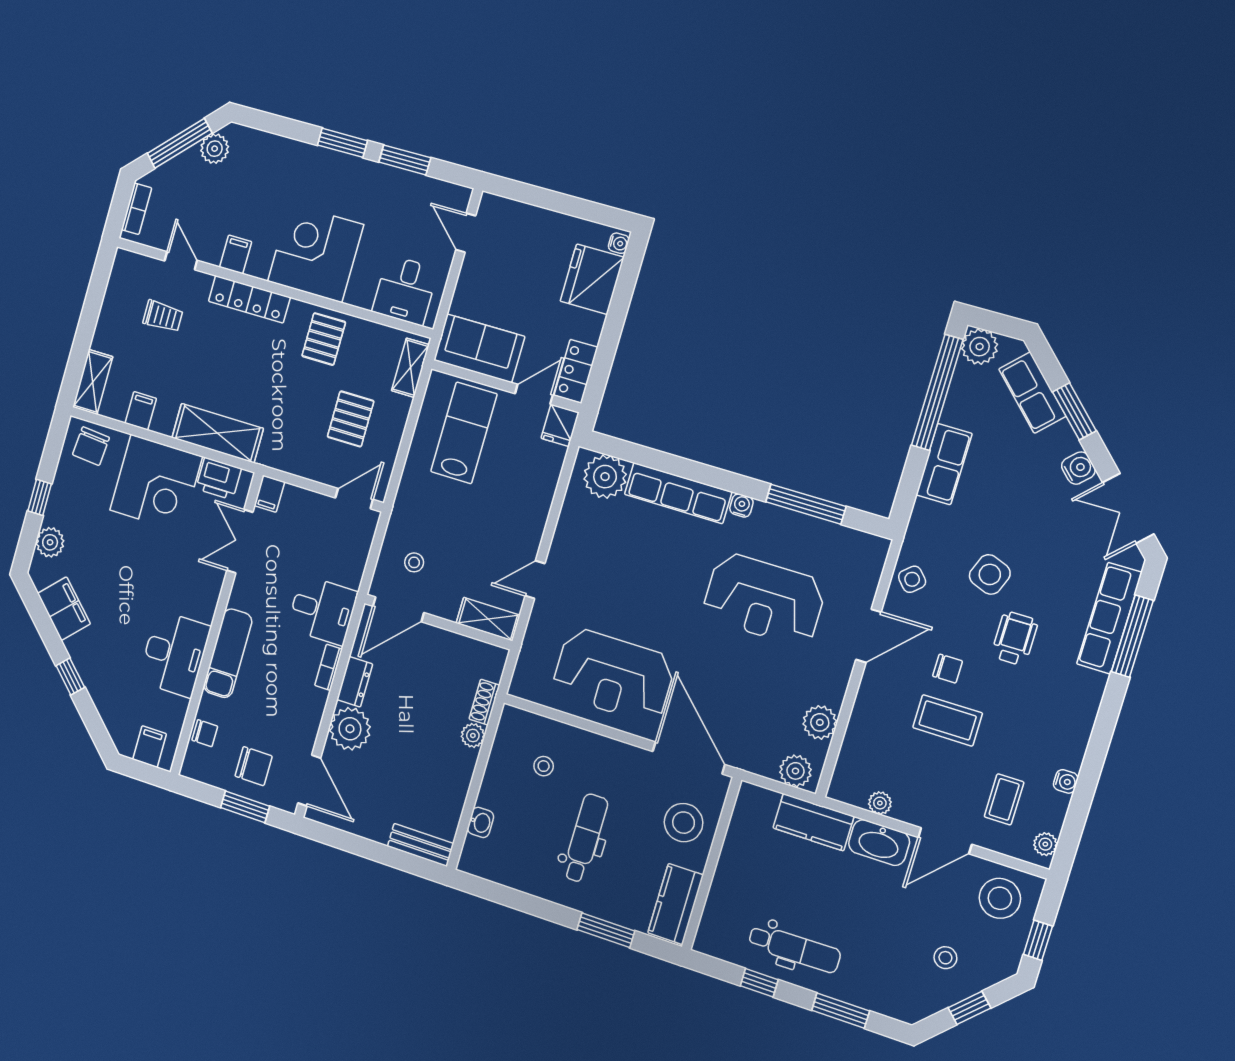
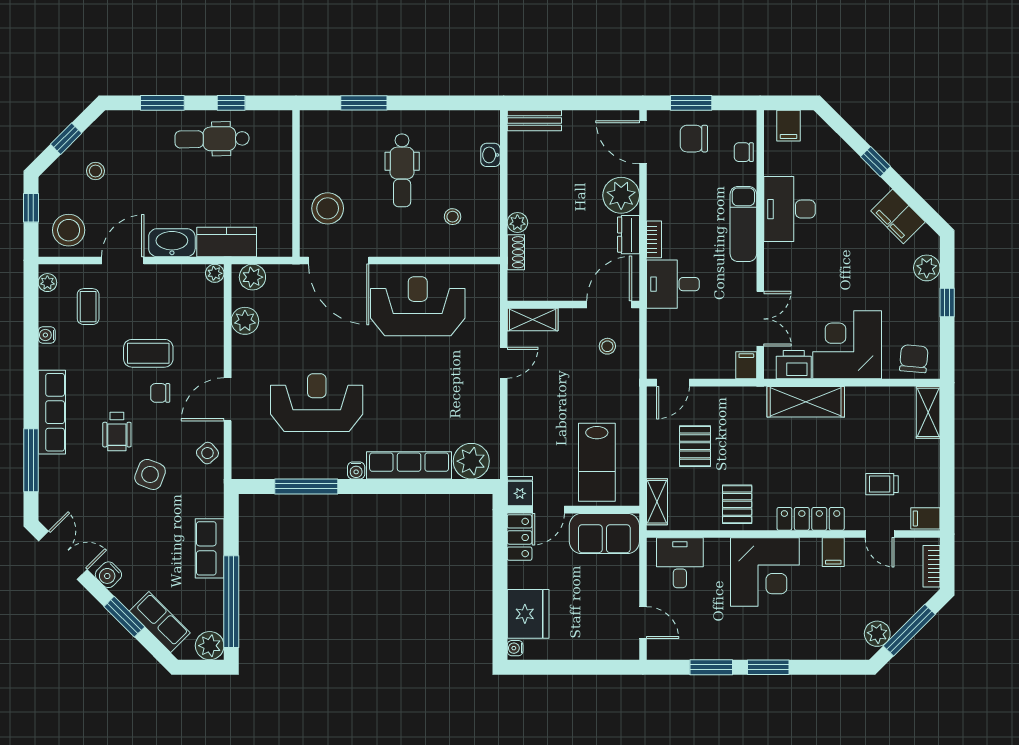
filing cabinet: (141, 411) -> (925, 518), moved, turned 90
row of seats: (1109, 618) -> (52, 412), moved
plant: (880, 803) -> (215, 273), moved
kitchen counter: (676, 904) -> (315, 142), removed

